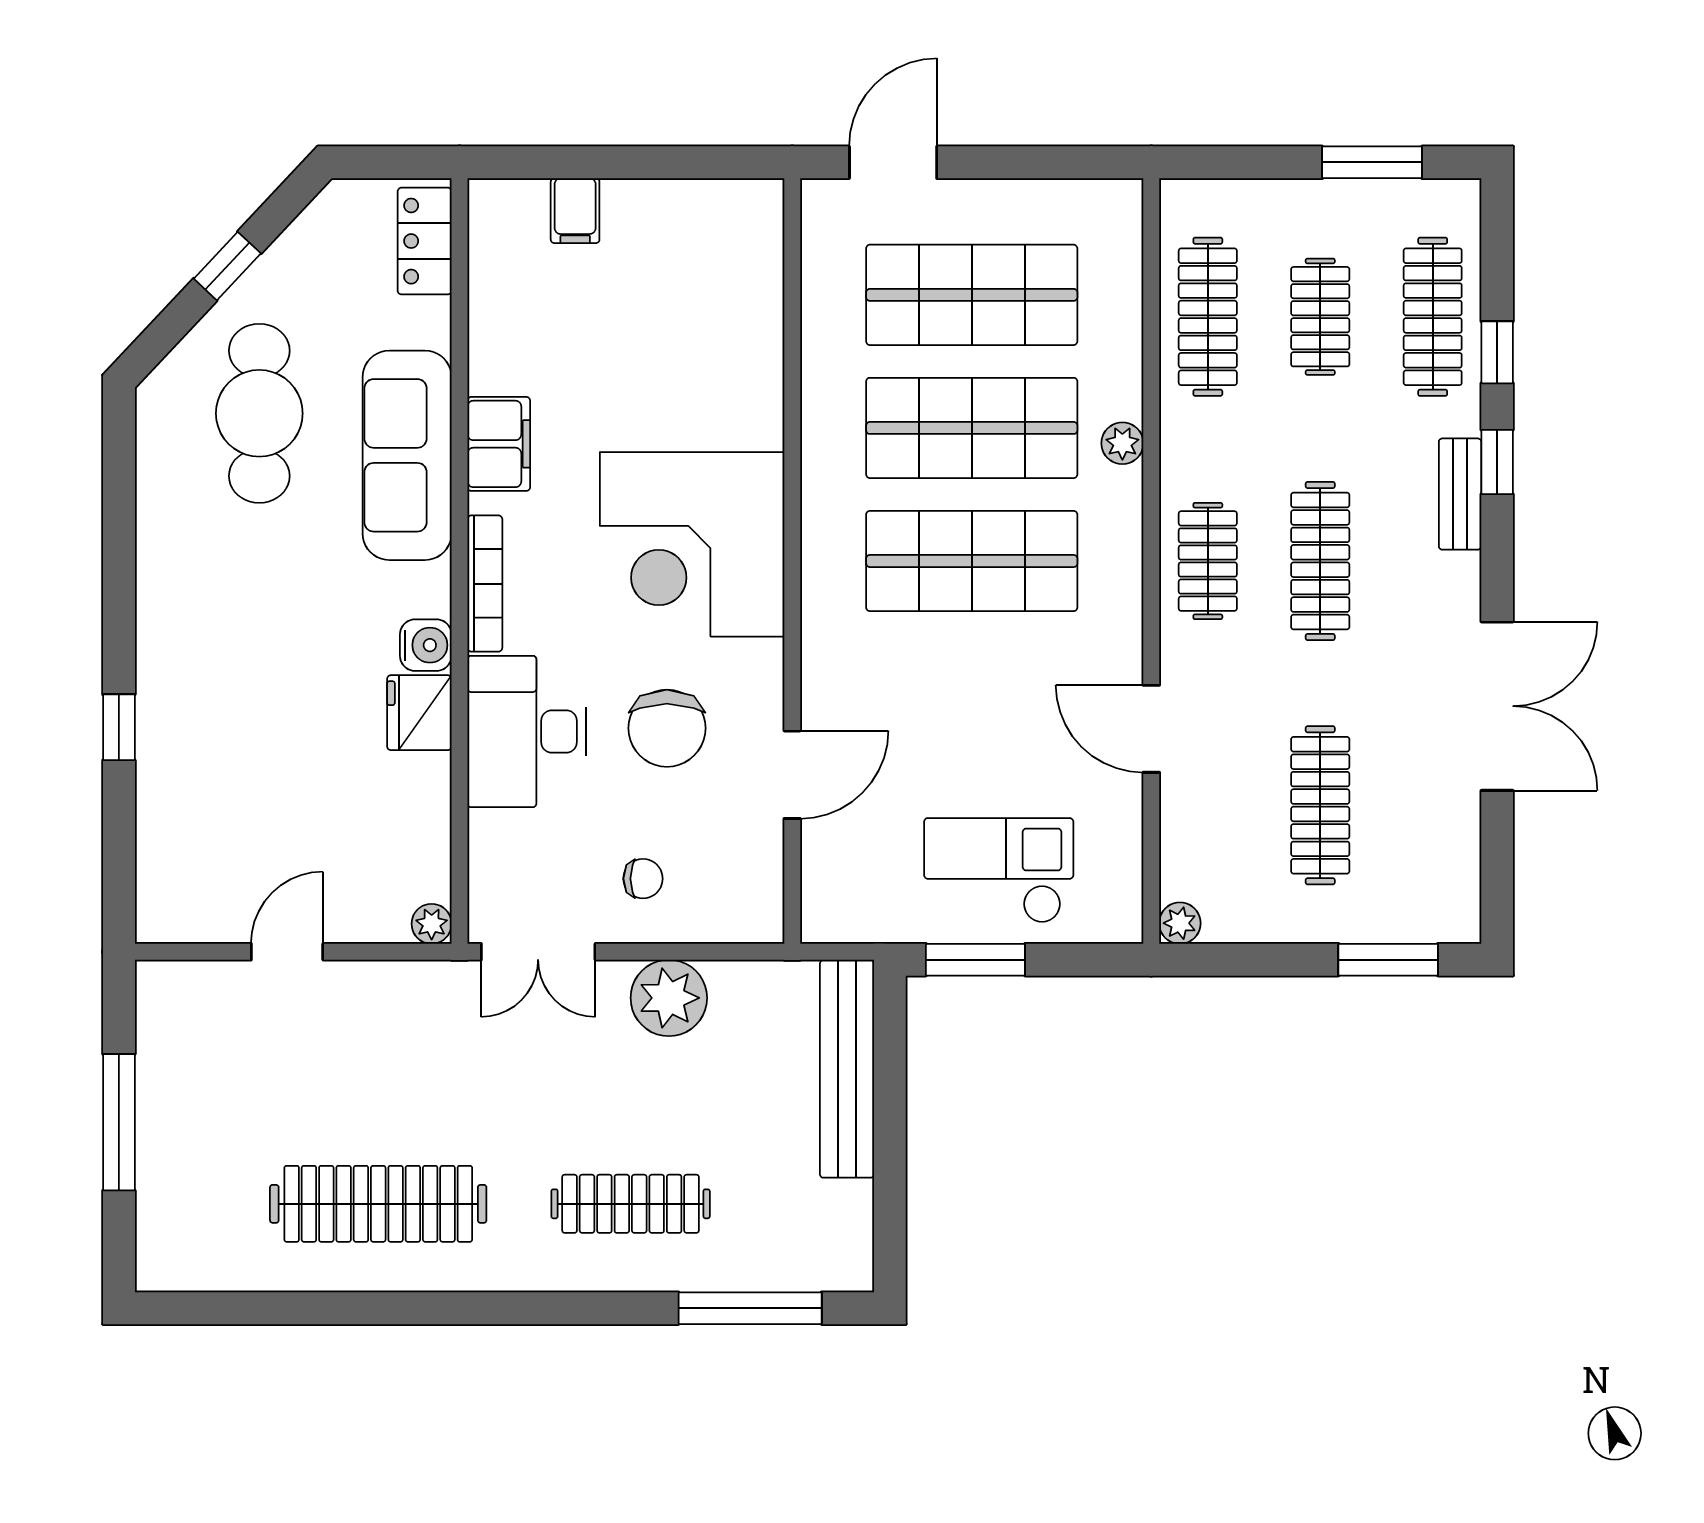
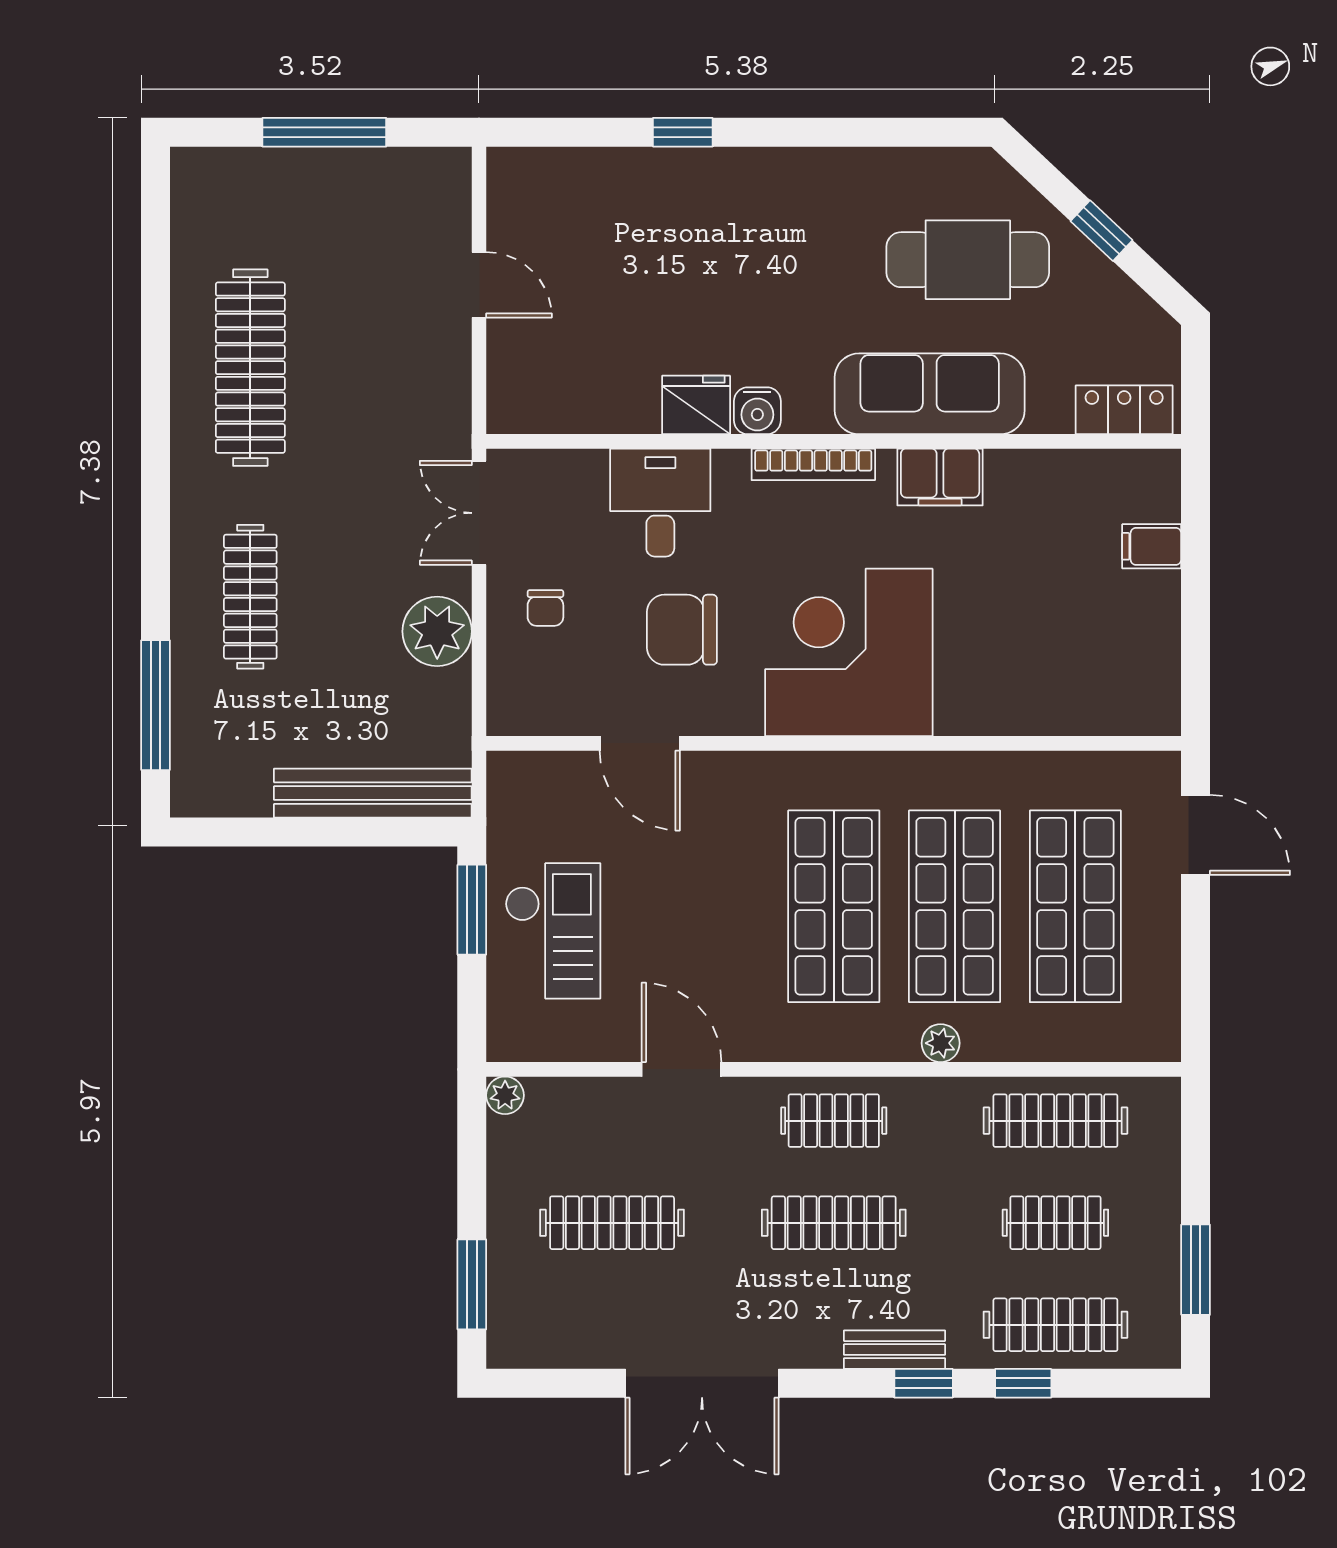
door: (1151, 729) -> (681, 1069), hinge flipped
desk: (527, 732) -> (660, 503), width x0.73
plant: (432, 924) -> (504, 416), removed

